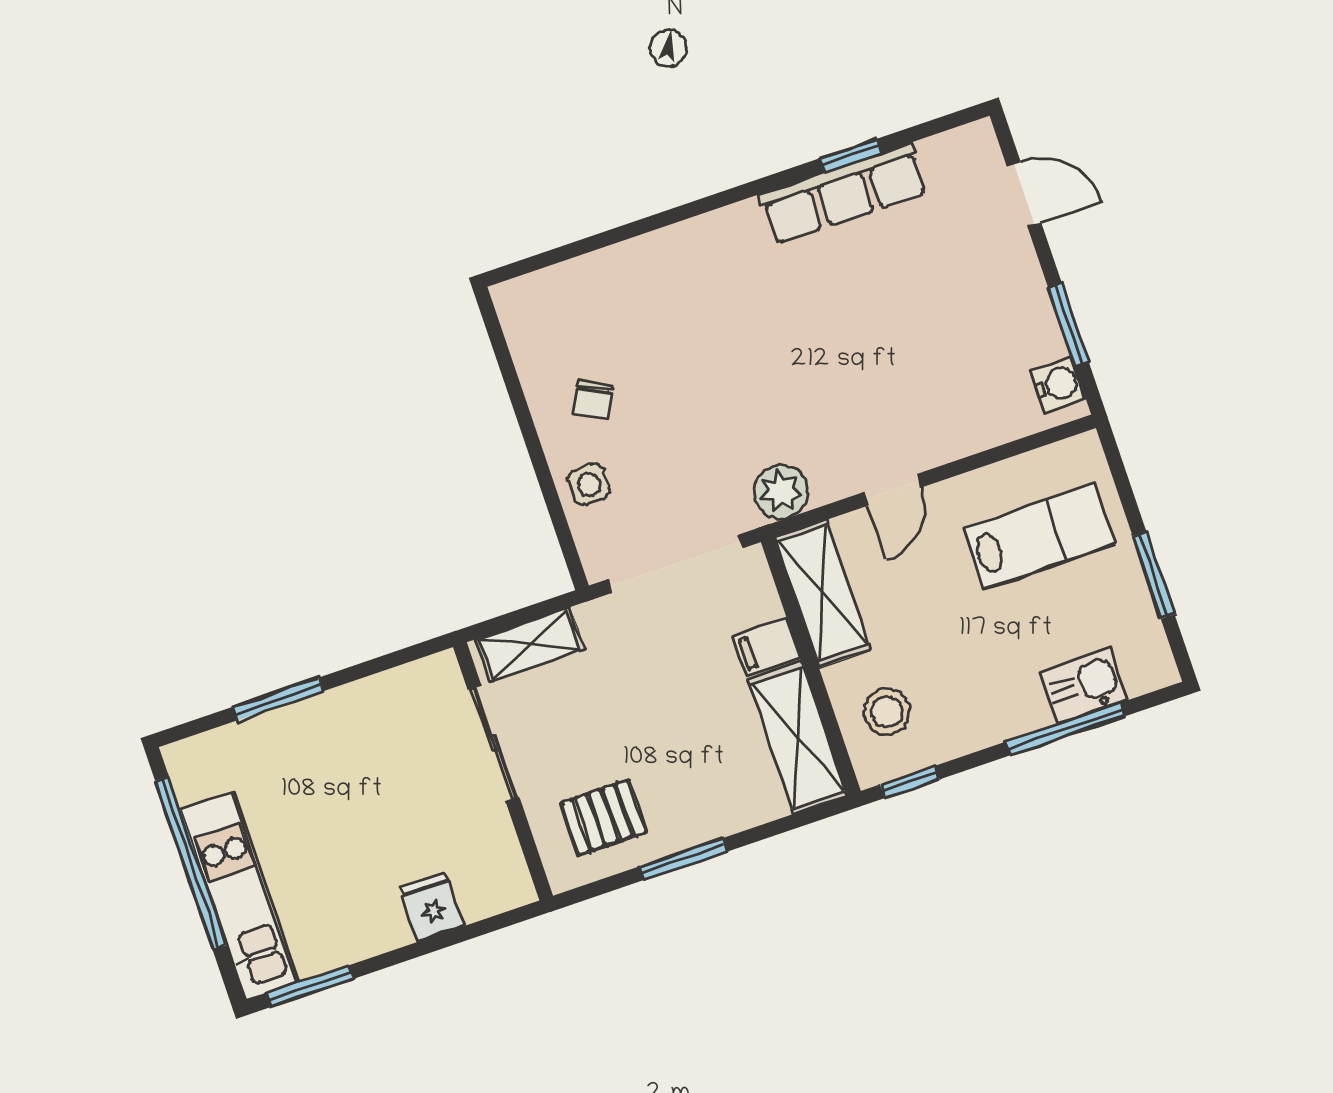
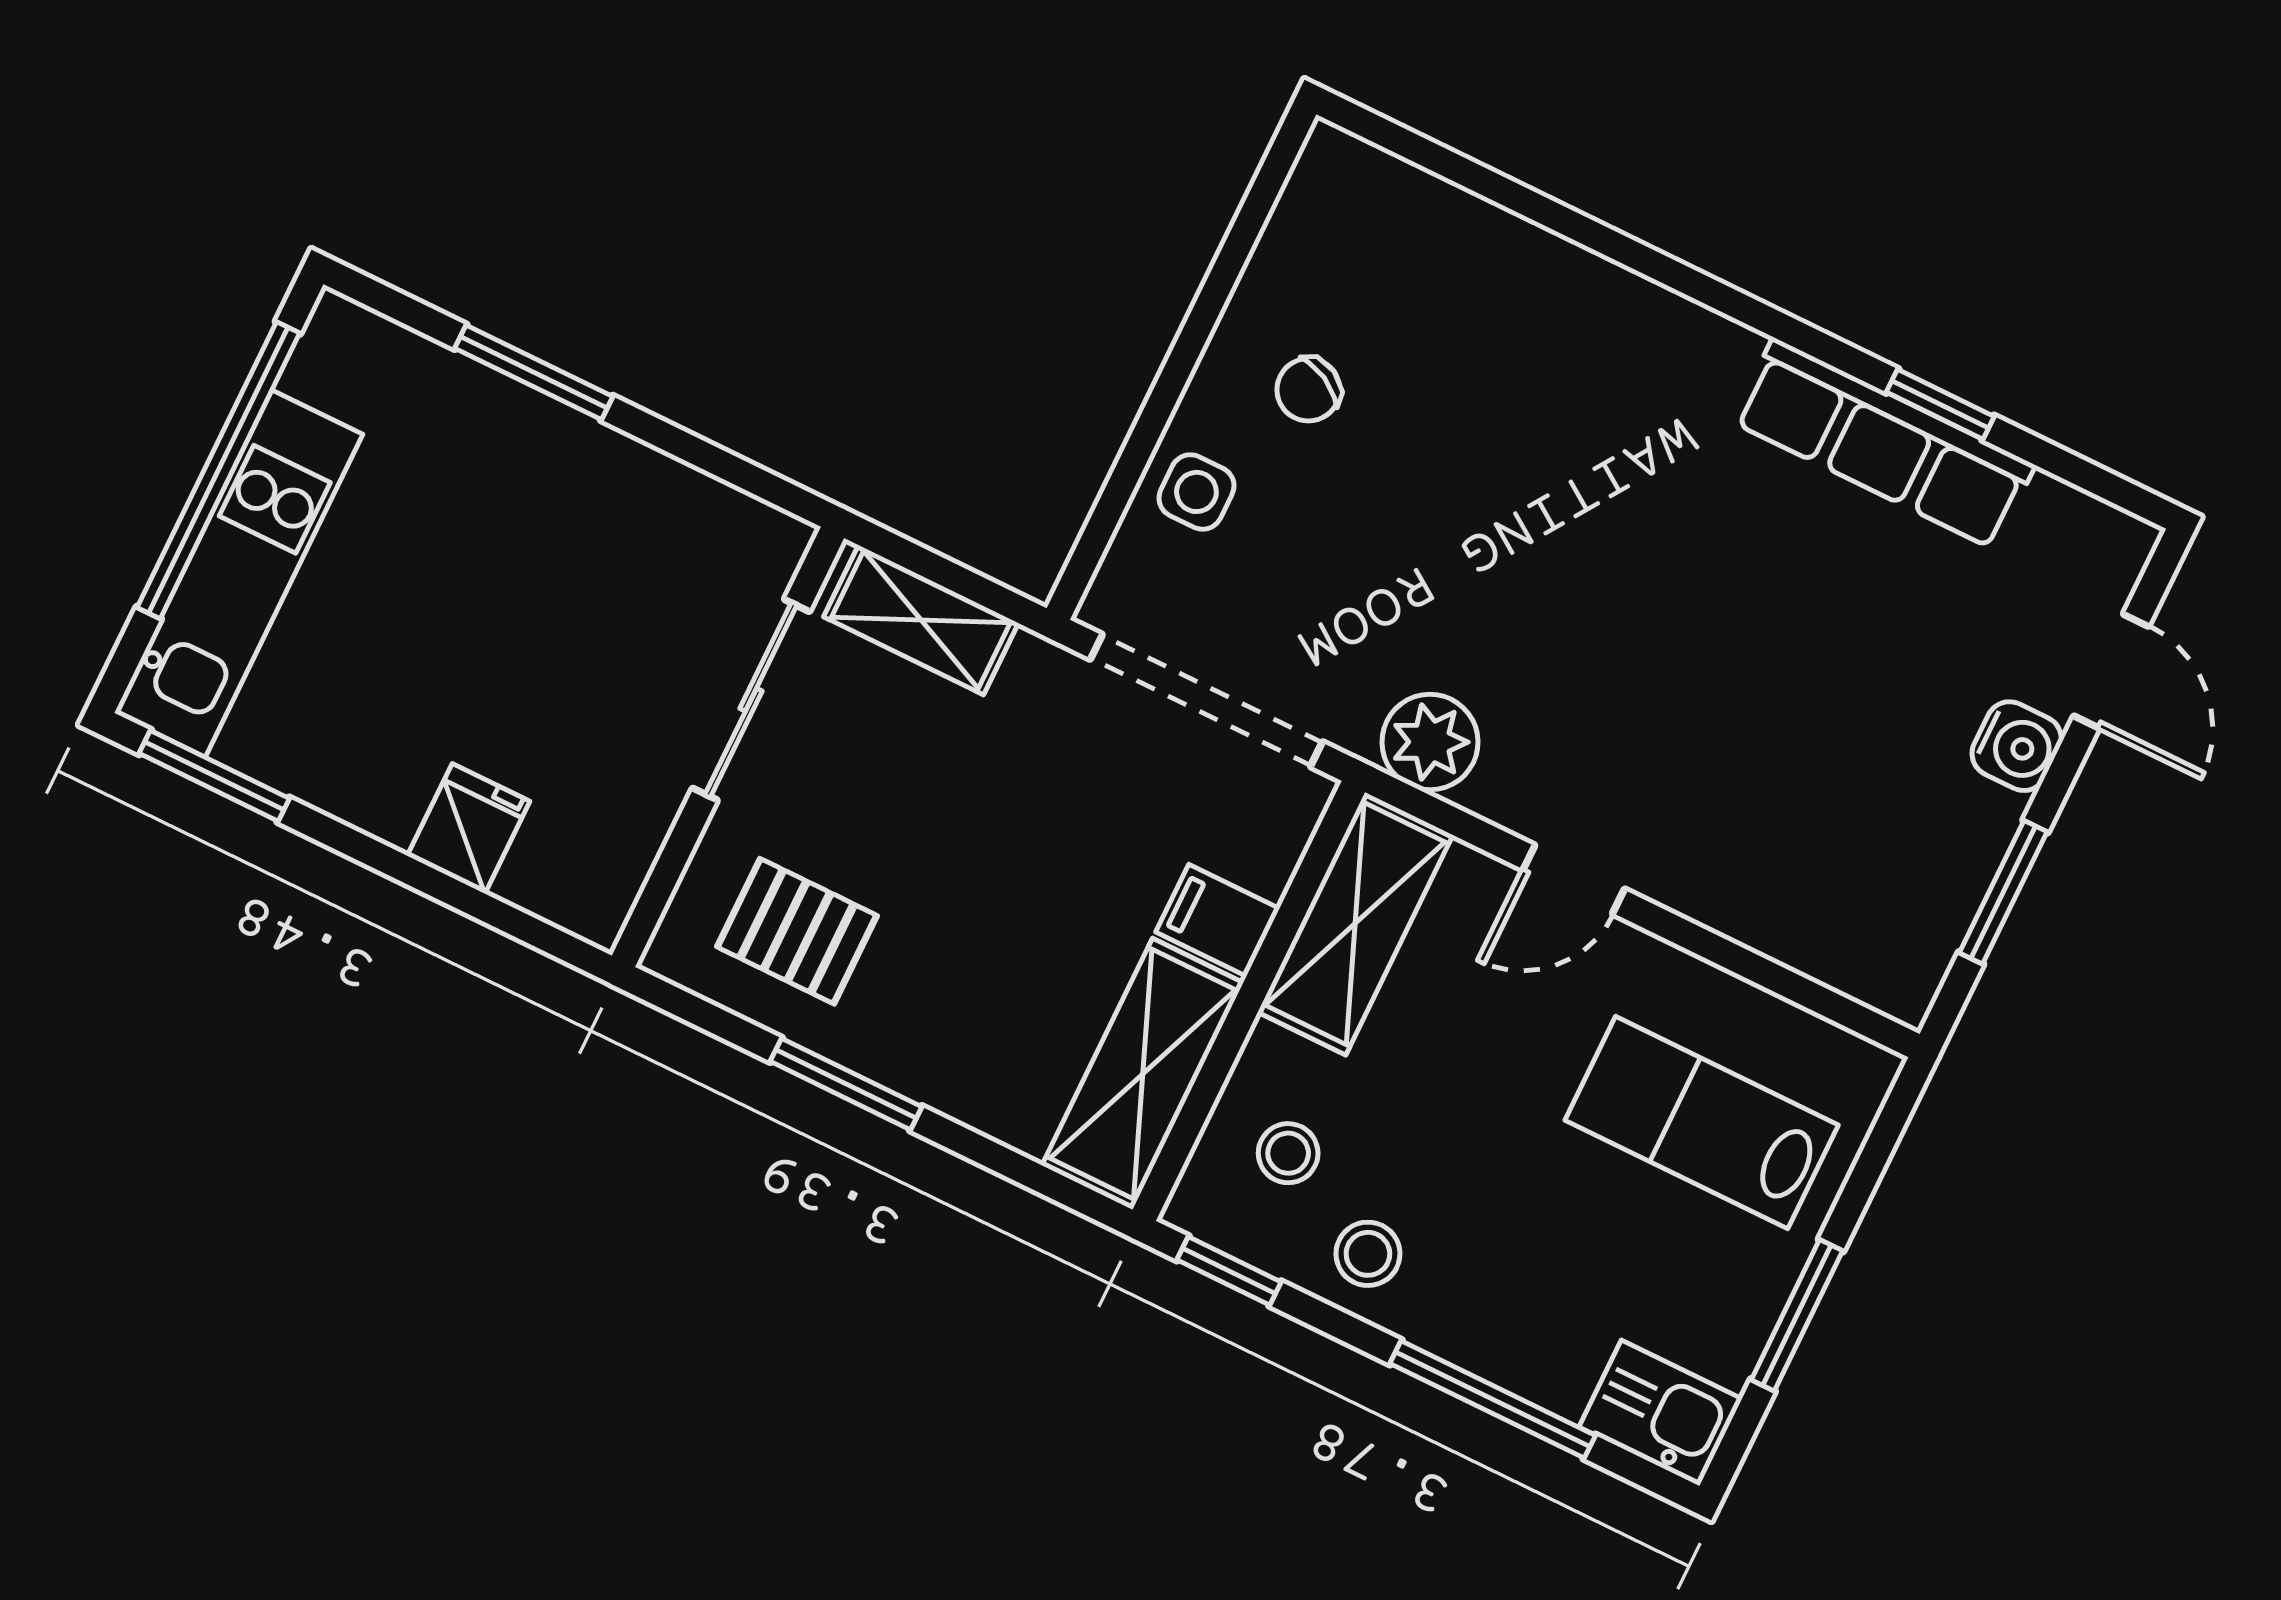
water cooler: (1058, 384) -> (2017, 746), moved
lab bench: (1039, 536) -> (1702, 1123), turned 180
kitchen sink: (1084, 686) -> (1660, 1413), moved
stool: (887, 712) -> (1288, 1153), width x0.73, depth x0.73
stool: (958, 720) -> (1368, 1254), added

